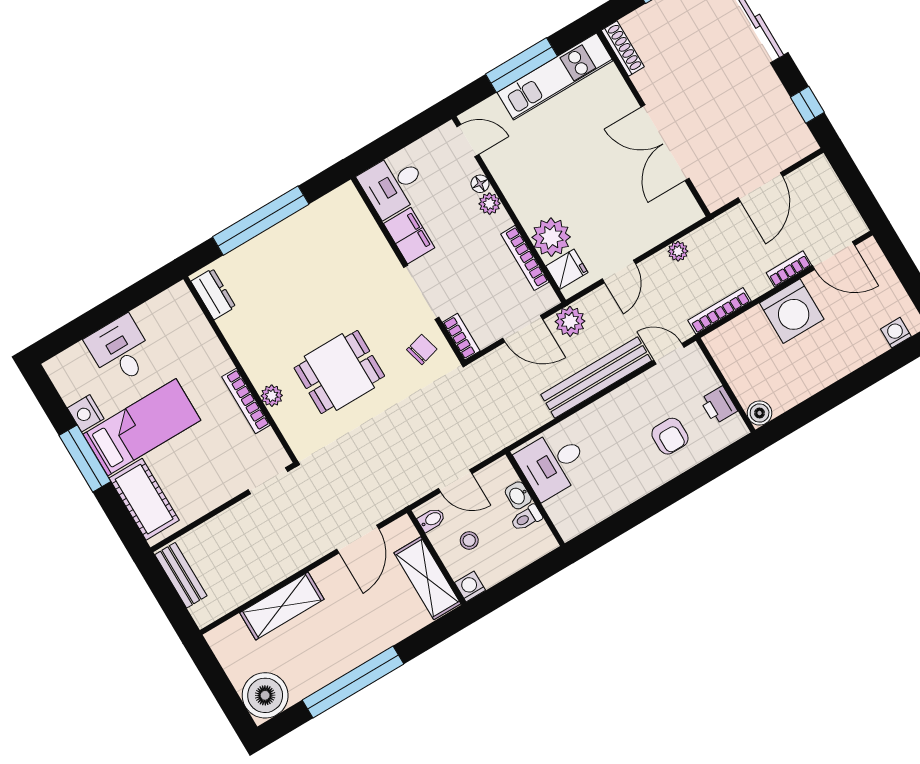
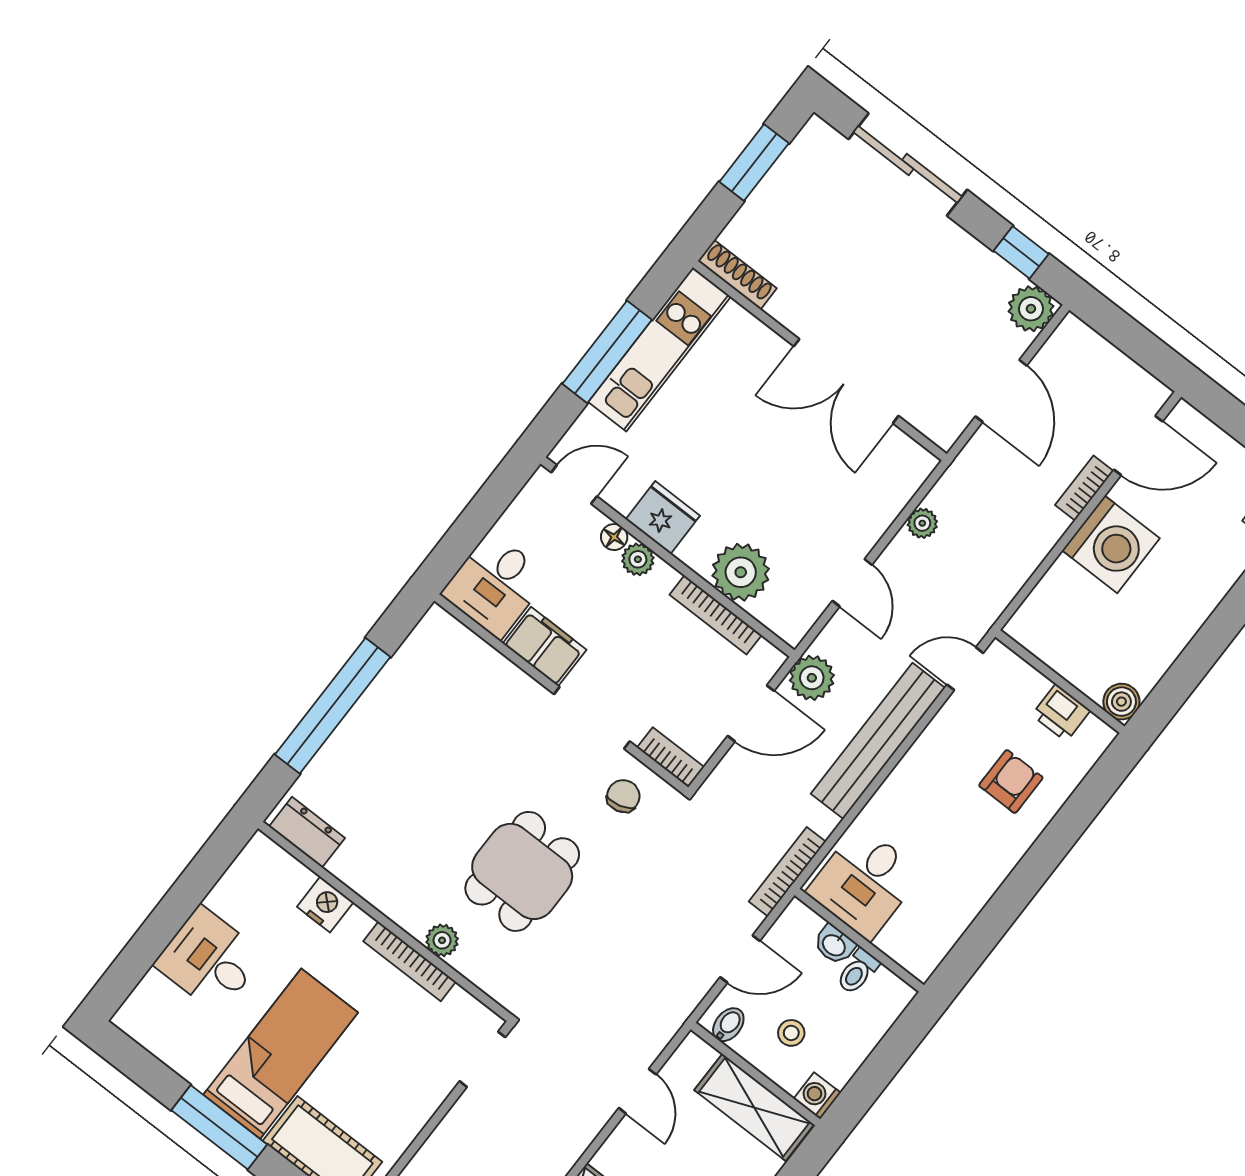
plant: (800, 143) -> (1031, 309), added
fridge: (567, 269) -> (663, 517), moved, width x1.38
bookcase: (720, 311) -> (787, 872), moved
nightstand: (86, 413) -> (325, 905), moved, turned 180
armchair: (670, 436) -> (1011, 781), turned -90
door: (358, 539) -> (637, 1091), width x0.73

